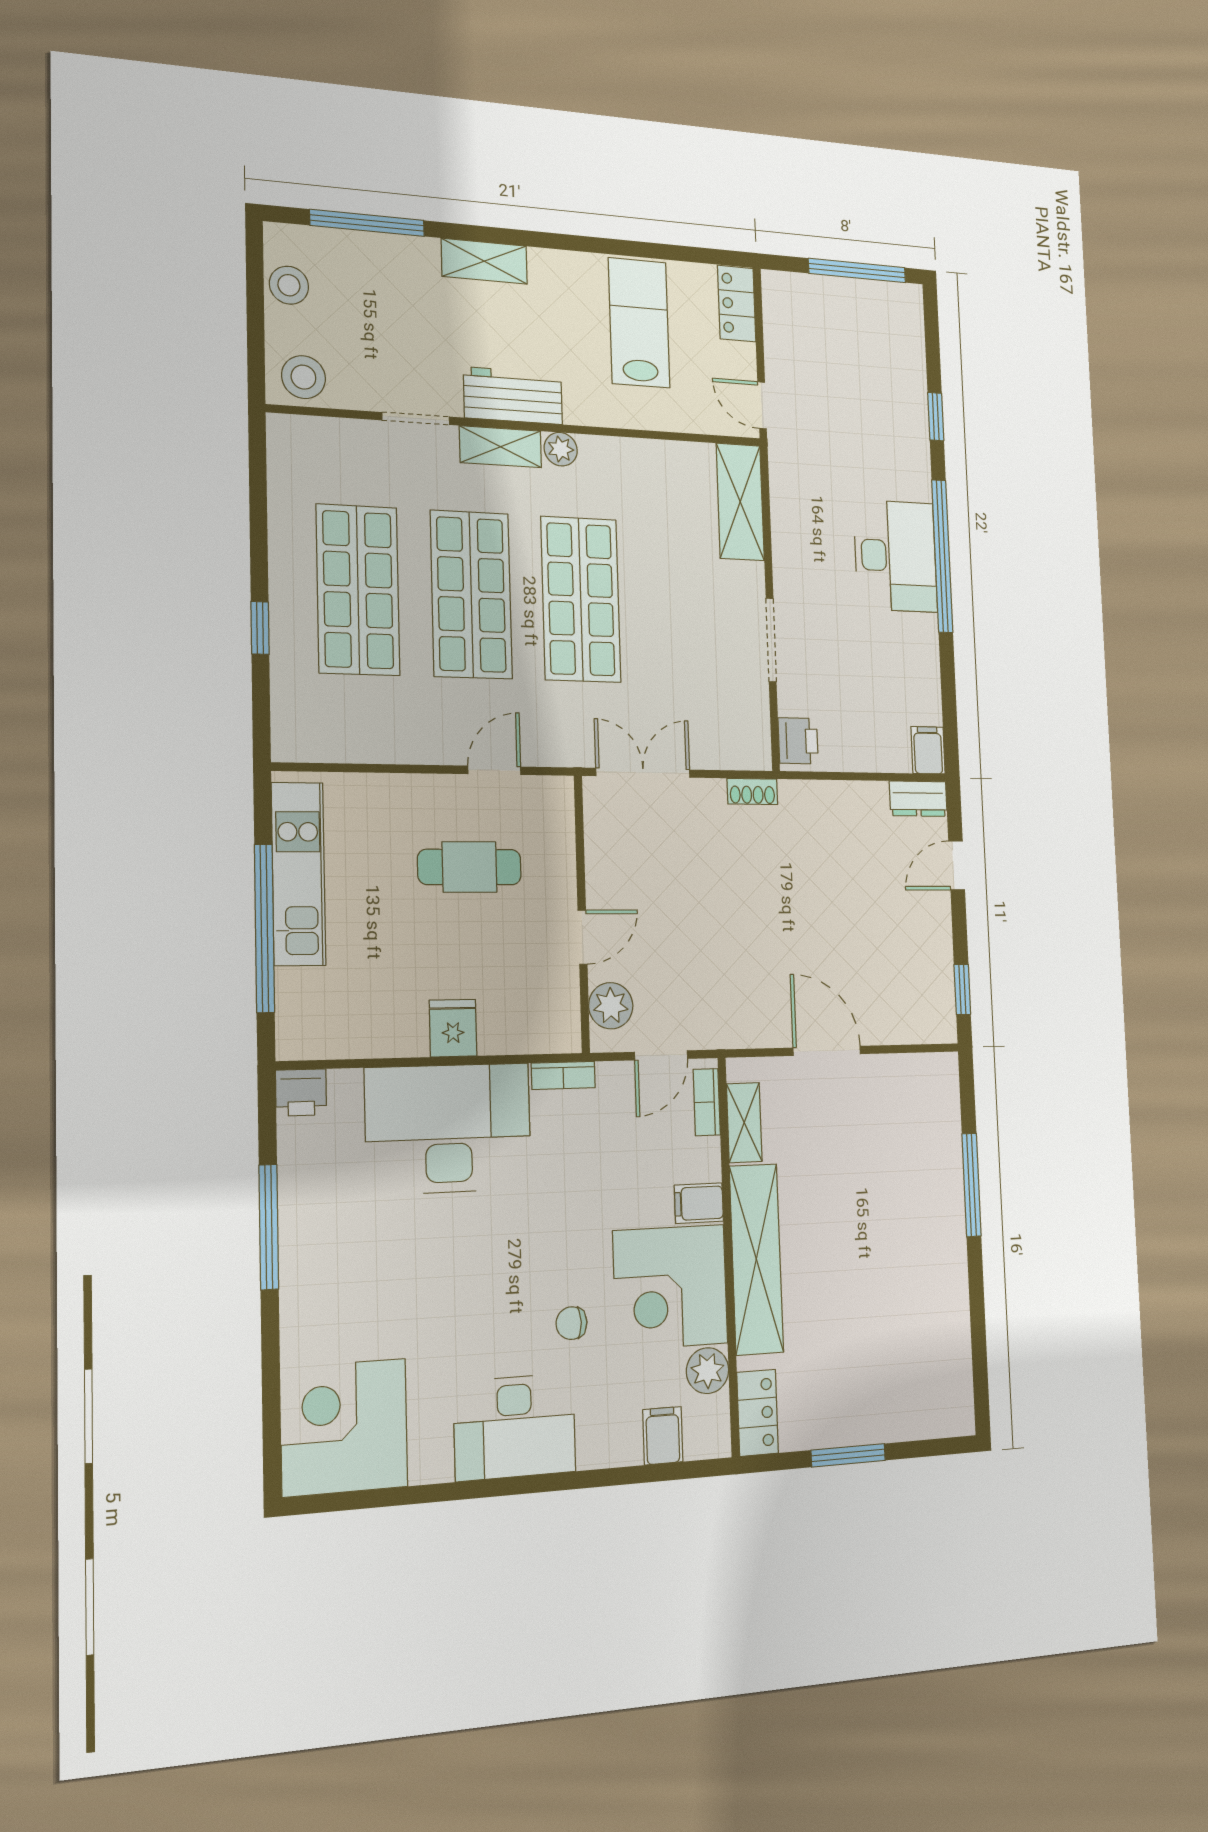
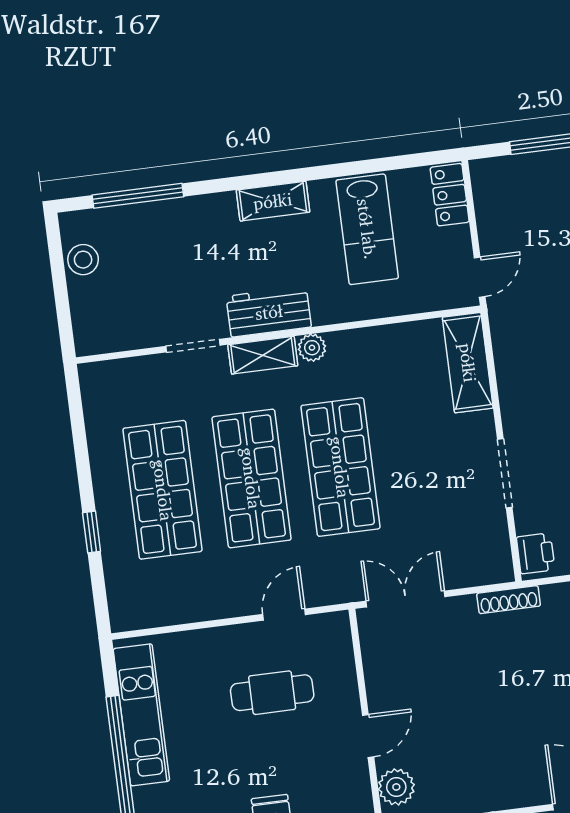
shelving: (484, 261) -> (273, 201), moved
lab bench: (639, 323) -> (367, 229), turned 180
stool: (303, 377) -> (102, 330), removed
door: (762, 405) -> (480, 277), swing flipped
shoe rack: (752, 791) -> (509, 600), width x1.43

